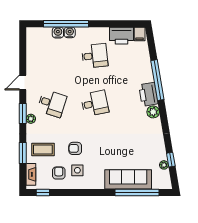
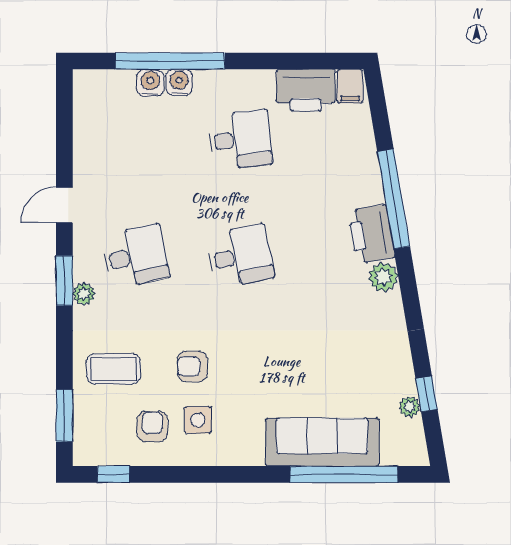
desk: (52, 103) -> (135, 256), turned -30
window: (23, 153) -> (64, 416), moved
fireplace: (31, 174) -> (84, 430), removed

